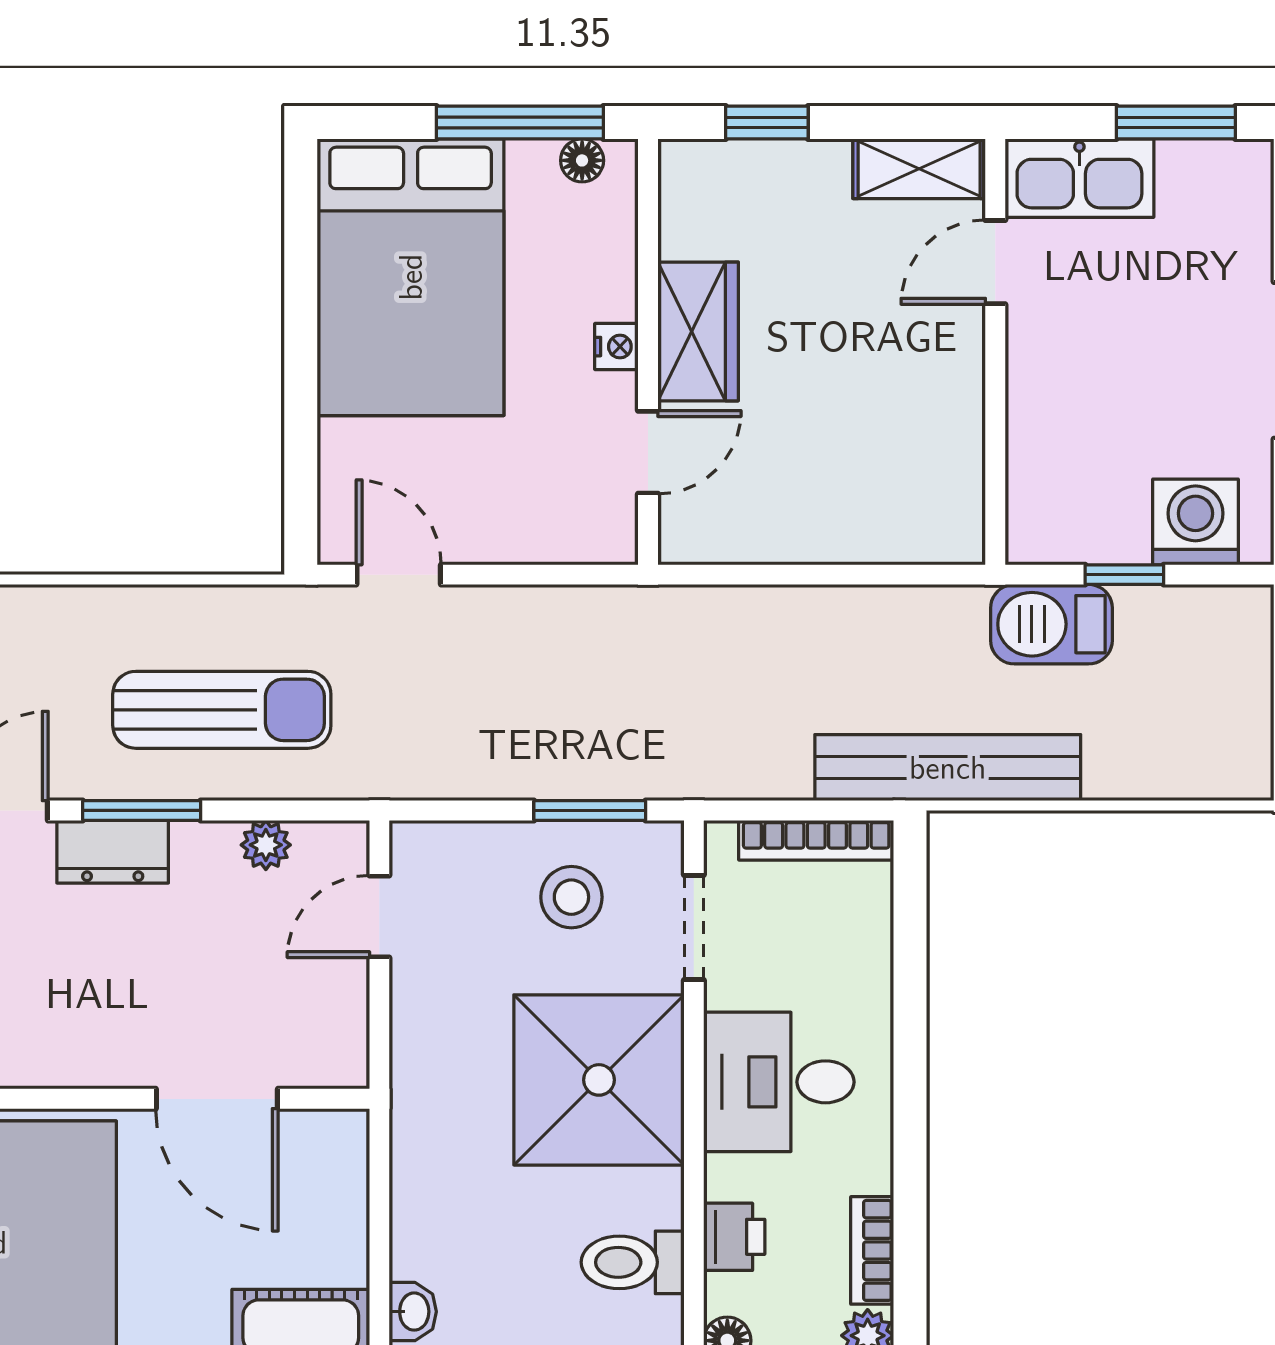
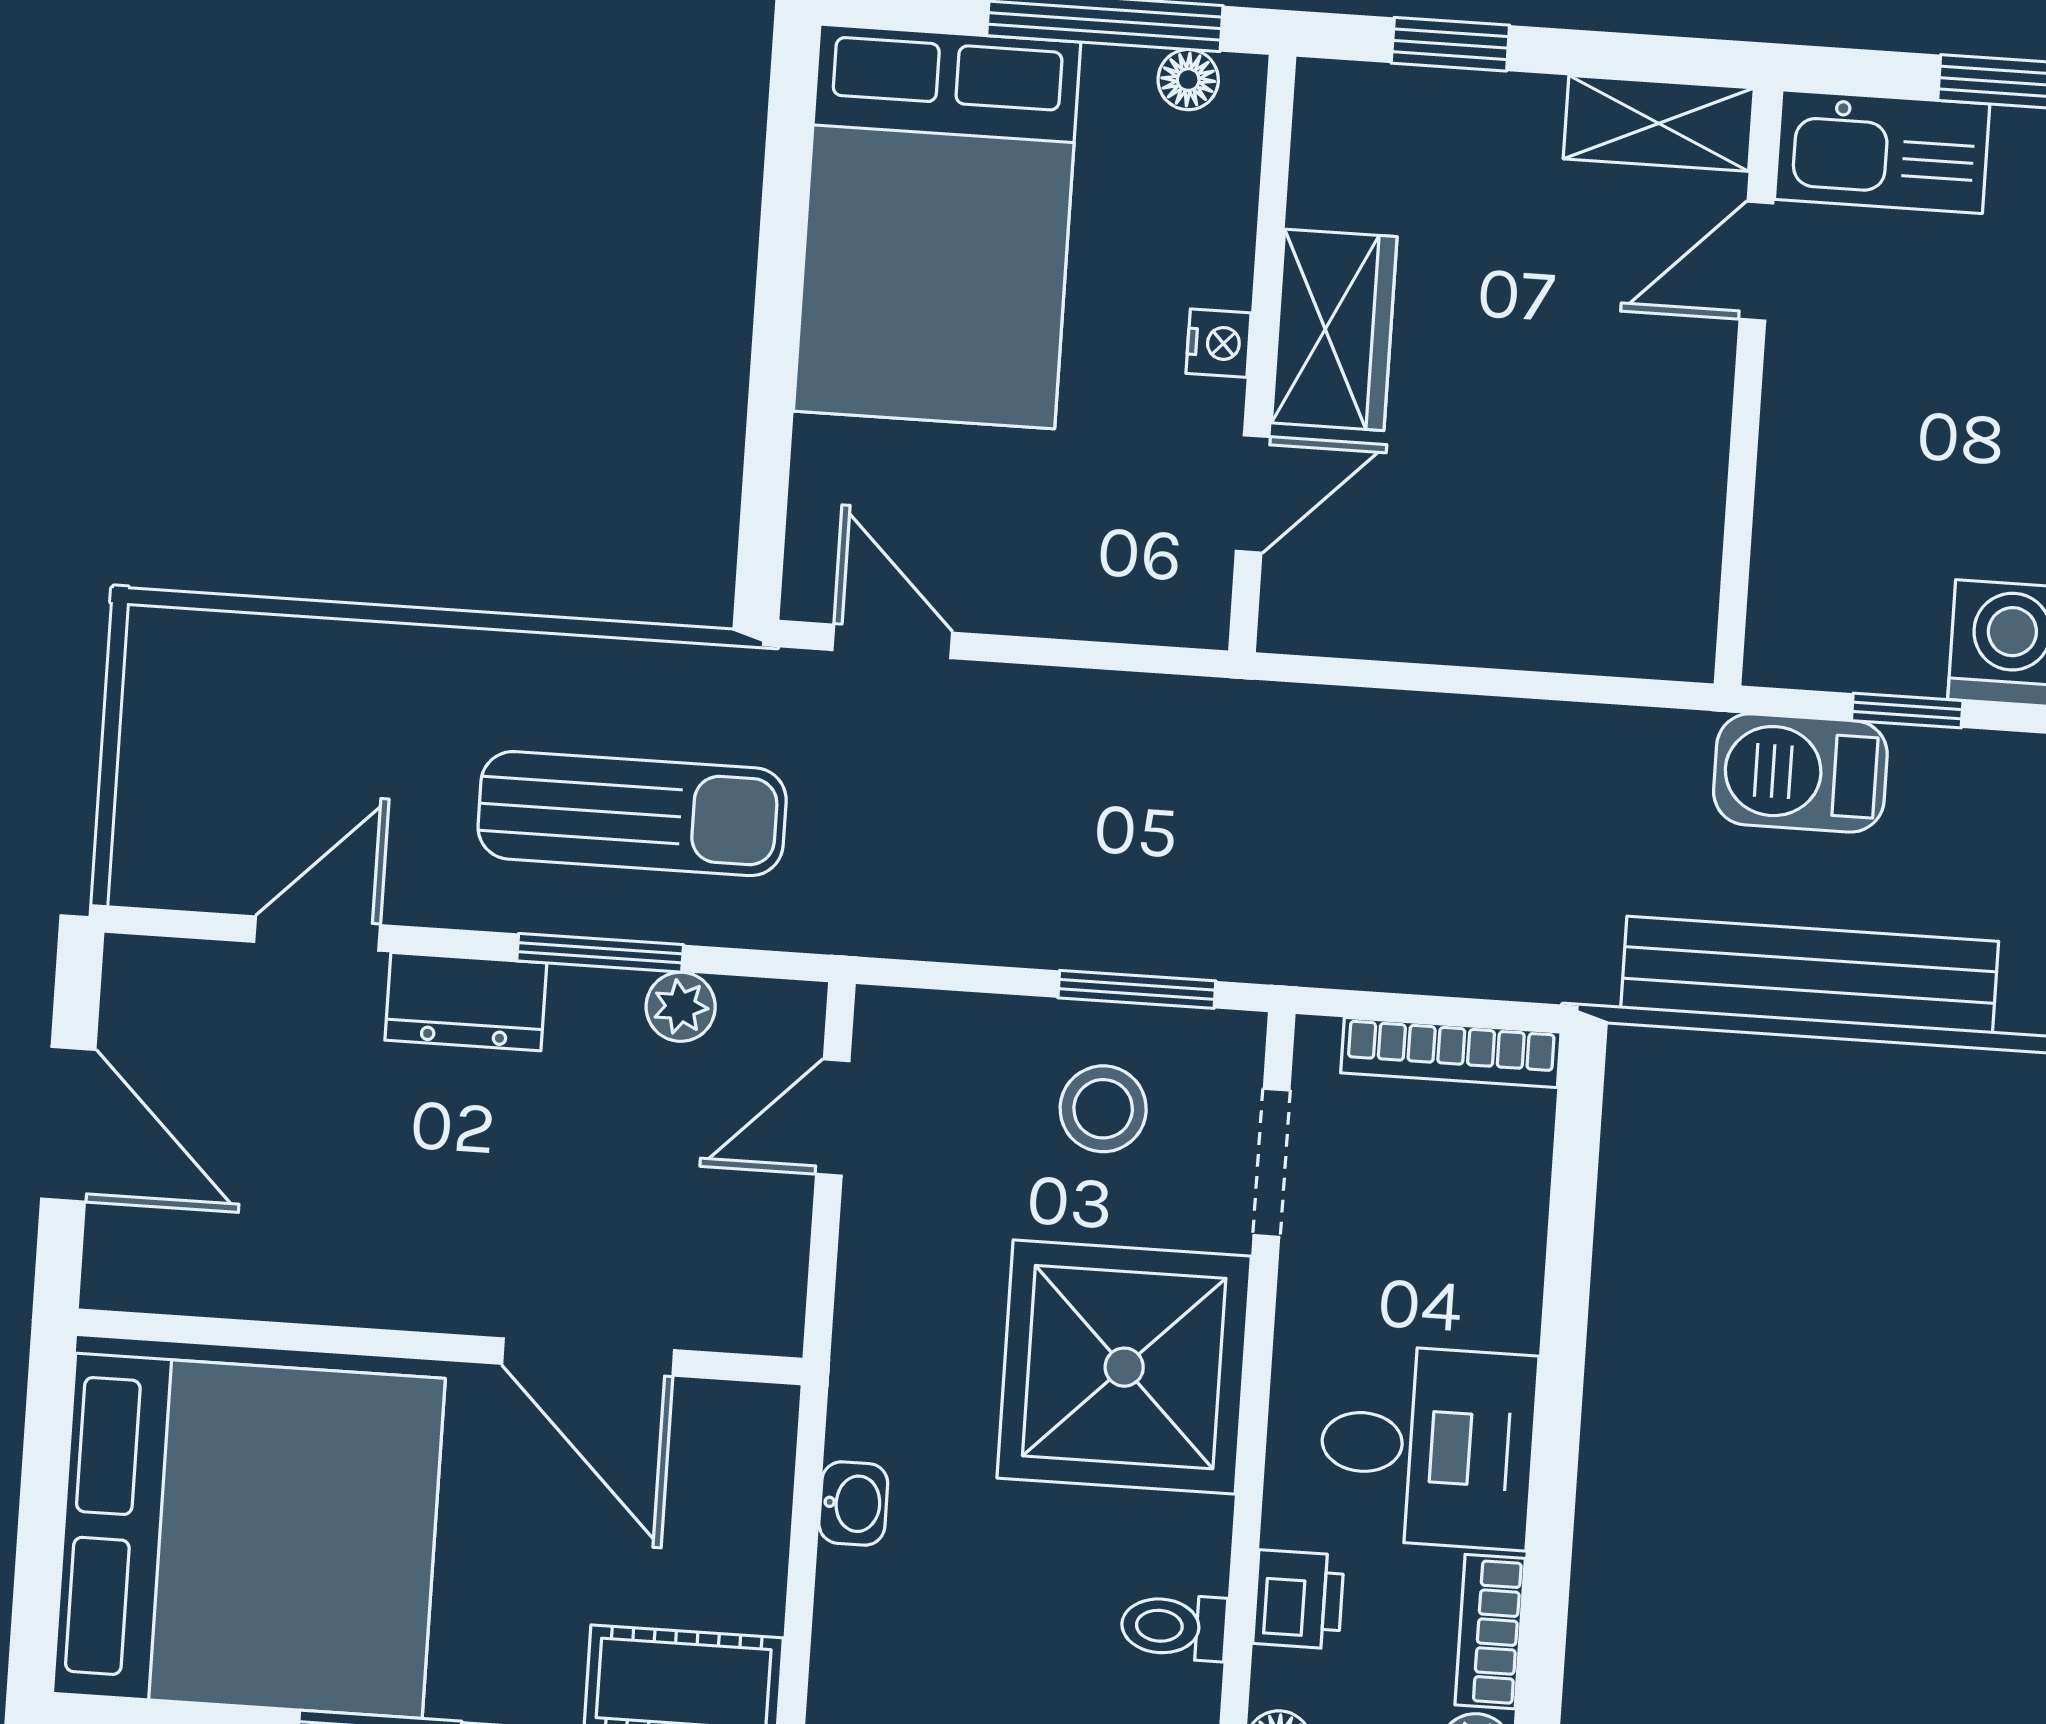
bench: (948, 768) -> (1810, 975), moved
window: (142, 810) -> (600, 953), moved
desk: (779, 1082) -> (1427, 1446), moved, turned 180
toilet: (633, 1262) -> (1174, 1627), width x0.73, depth x0.72
washbasin: (413, 1312) -> (853, 1503), moved

